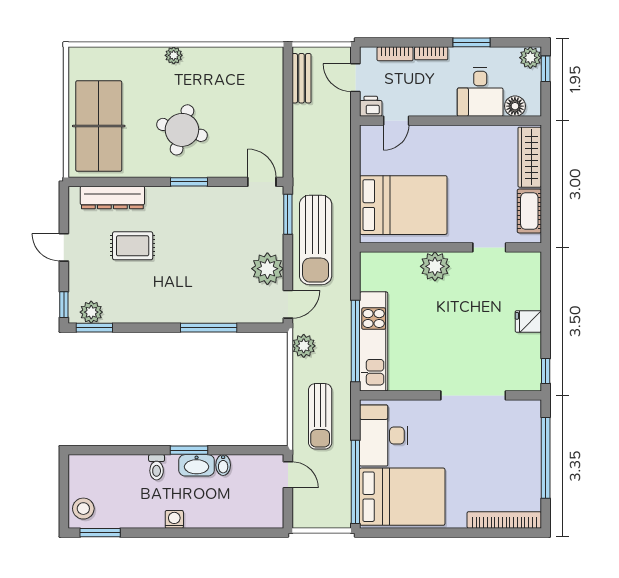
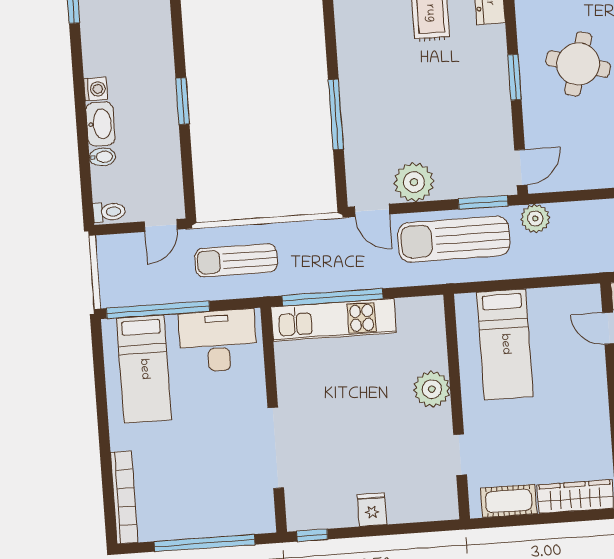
bed: (403, 205) -> (505, 344), width x0.67
plant: (304, 346) -> (535, 218), moved
washbasin: (197, 465) -> (100, 124), moved, turned 180
bidet: (223, 465) -> (102, 157), moved, turned 180
toilet: (157, 467) -> (109, 212), moved, turned 180
bed: (402, 497) -> (144, 369), width x0.67

